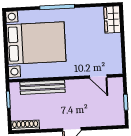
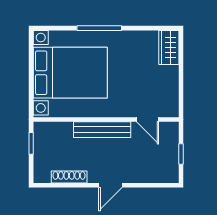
bench: (42, 87) -> (102, 130), moved
shoe rack: (25, 125) -> (69, 177), moved

